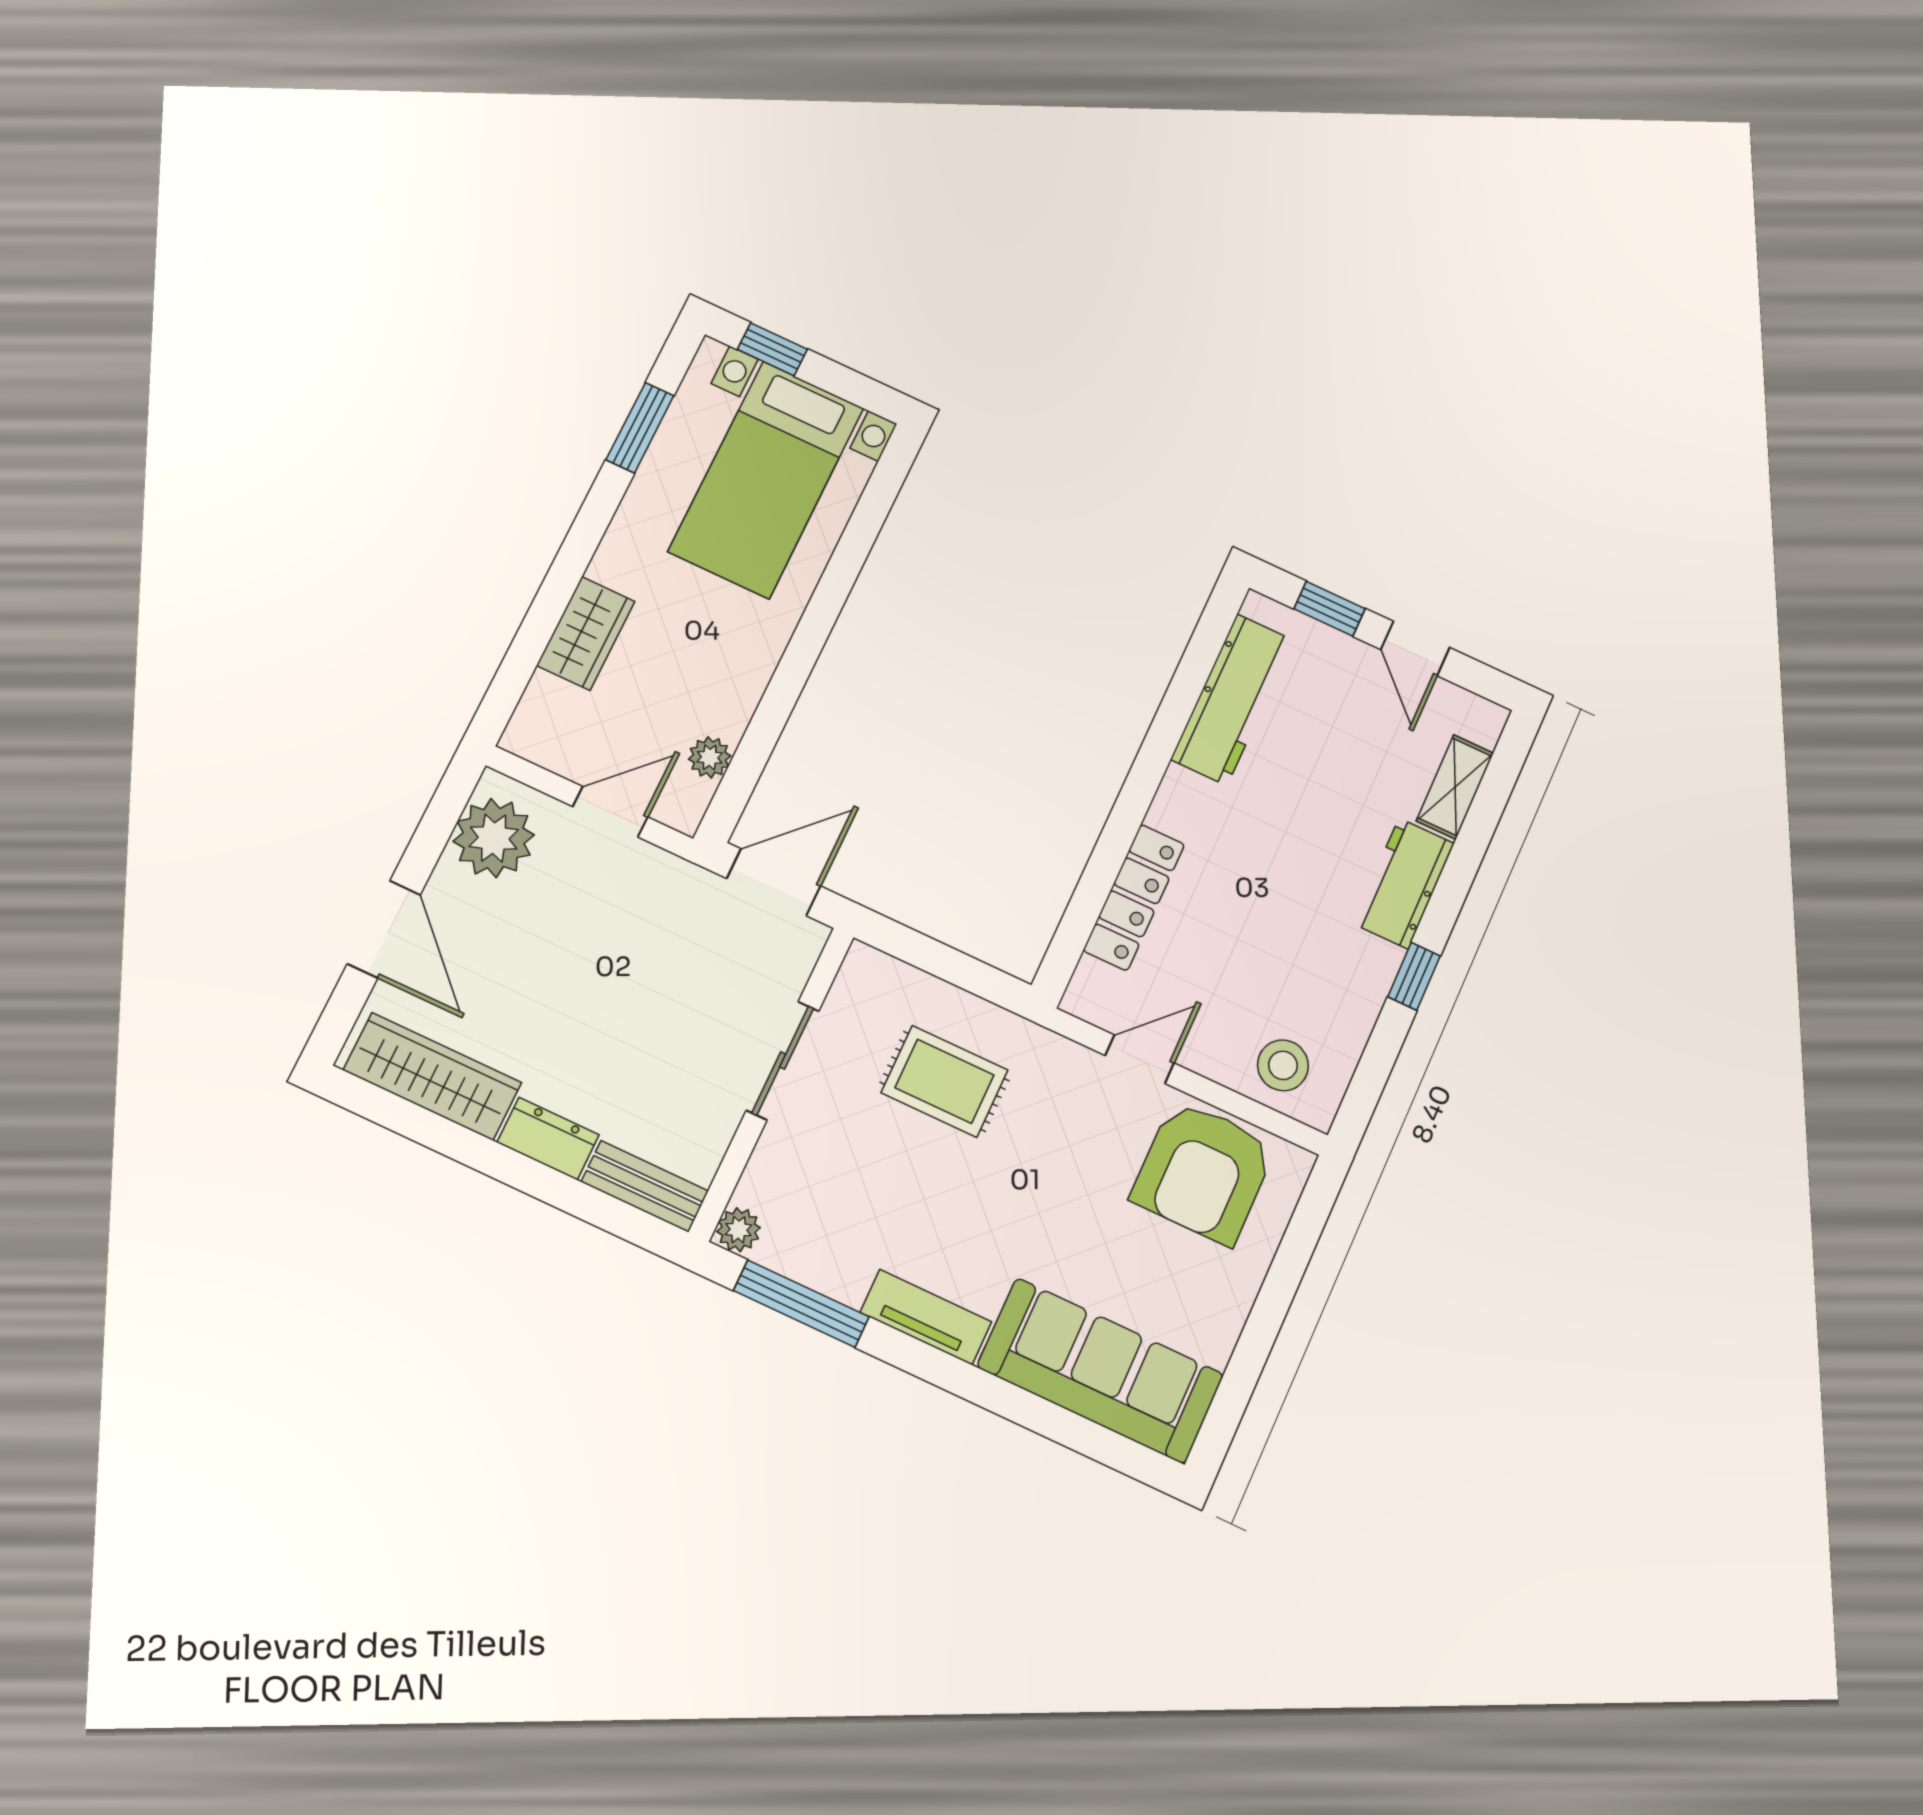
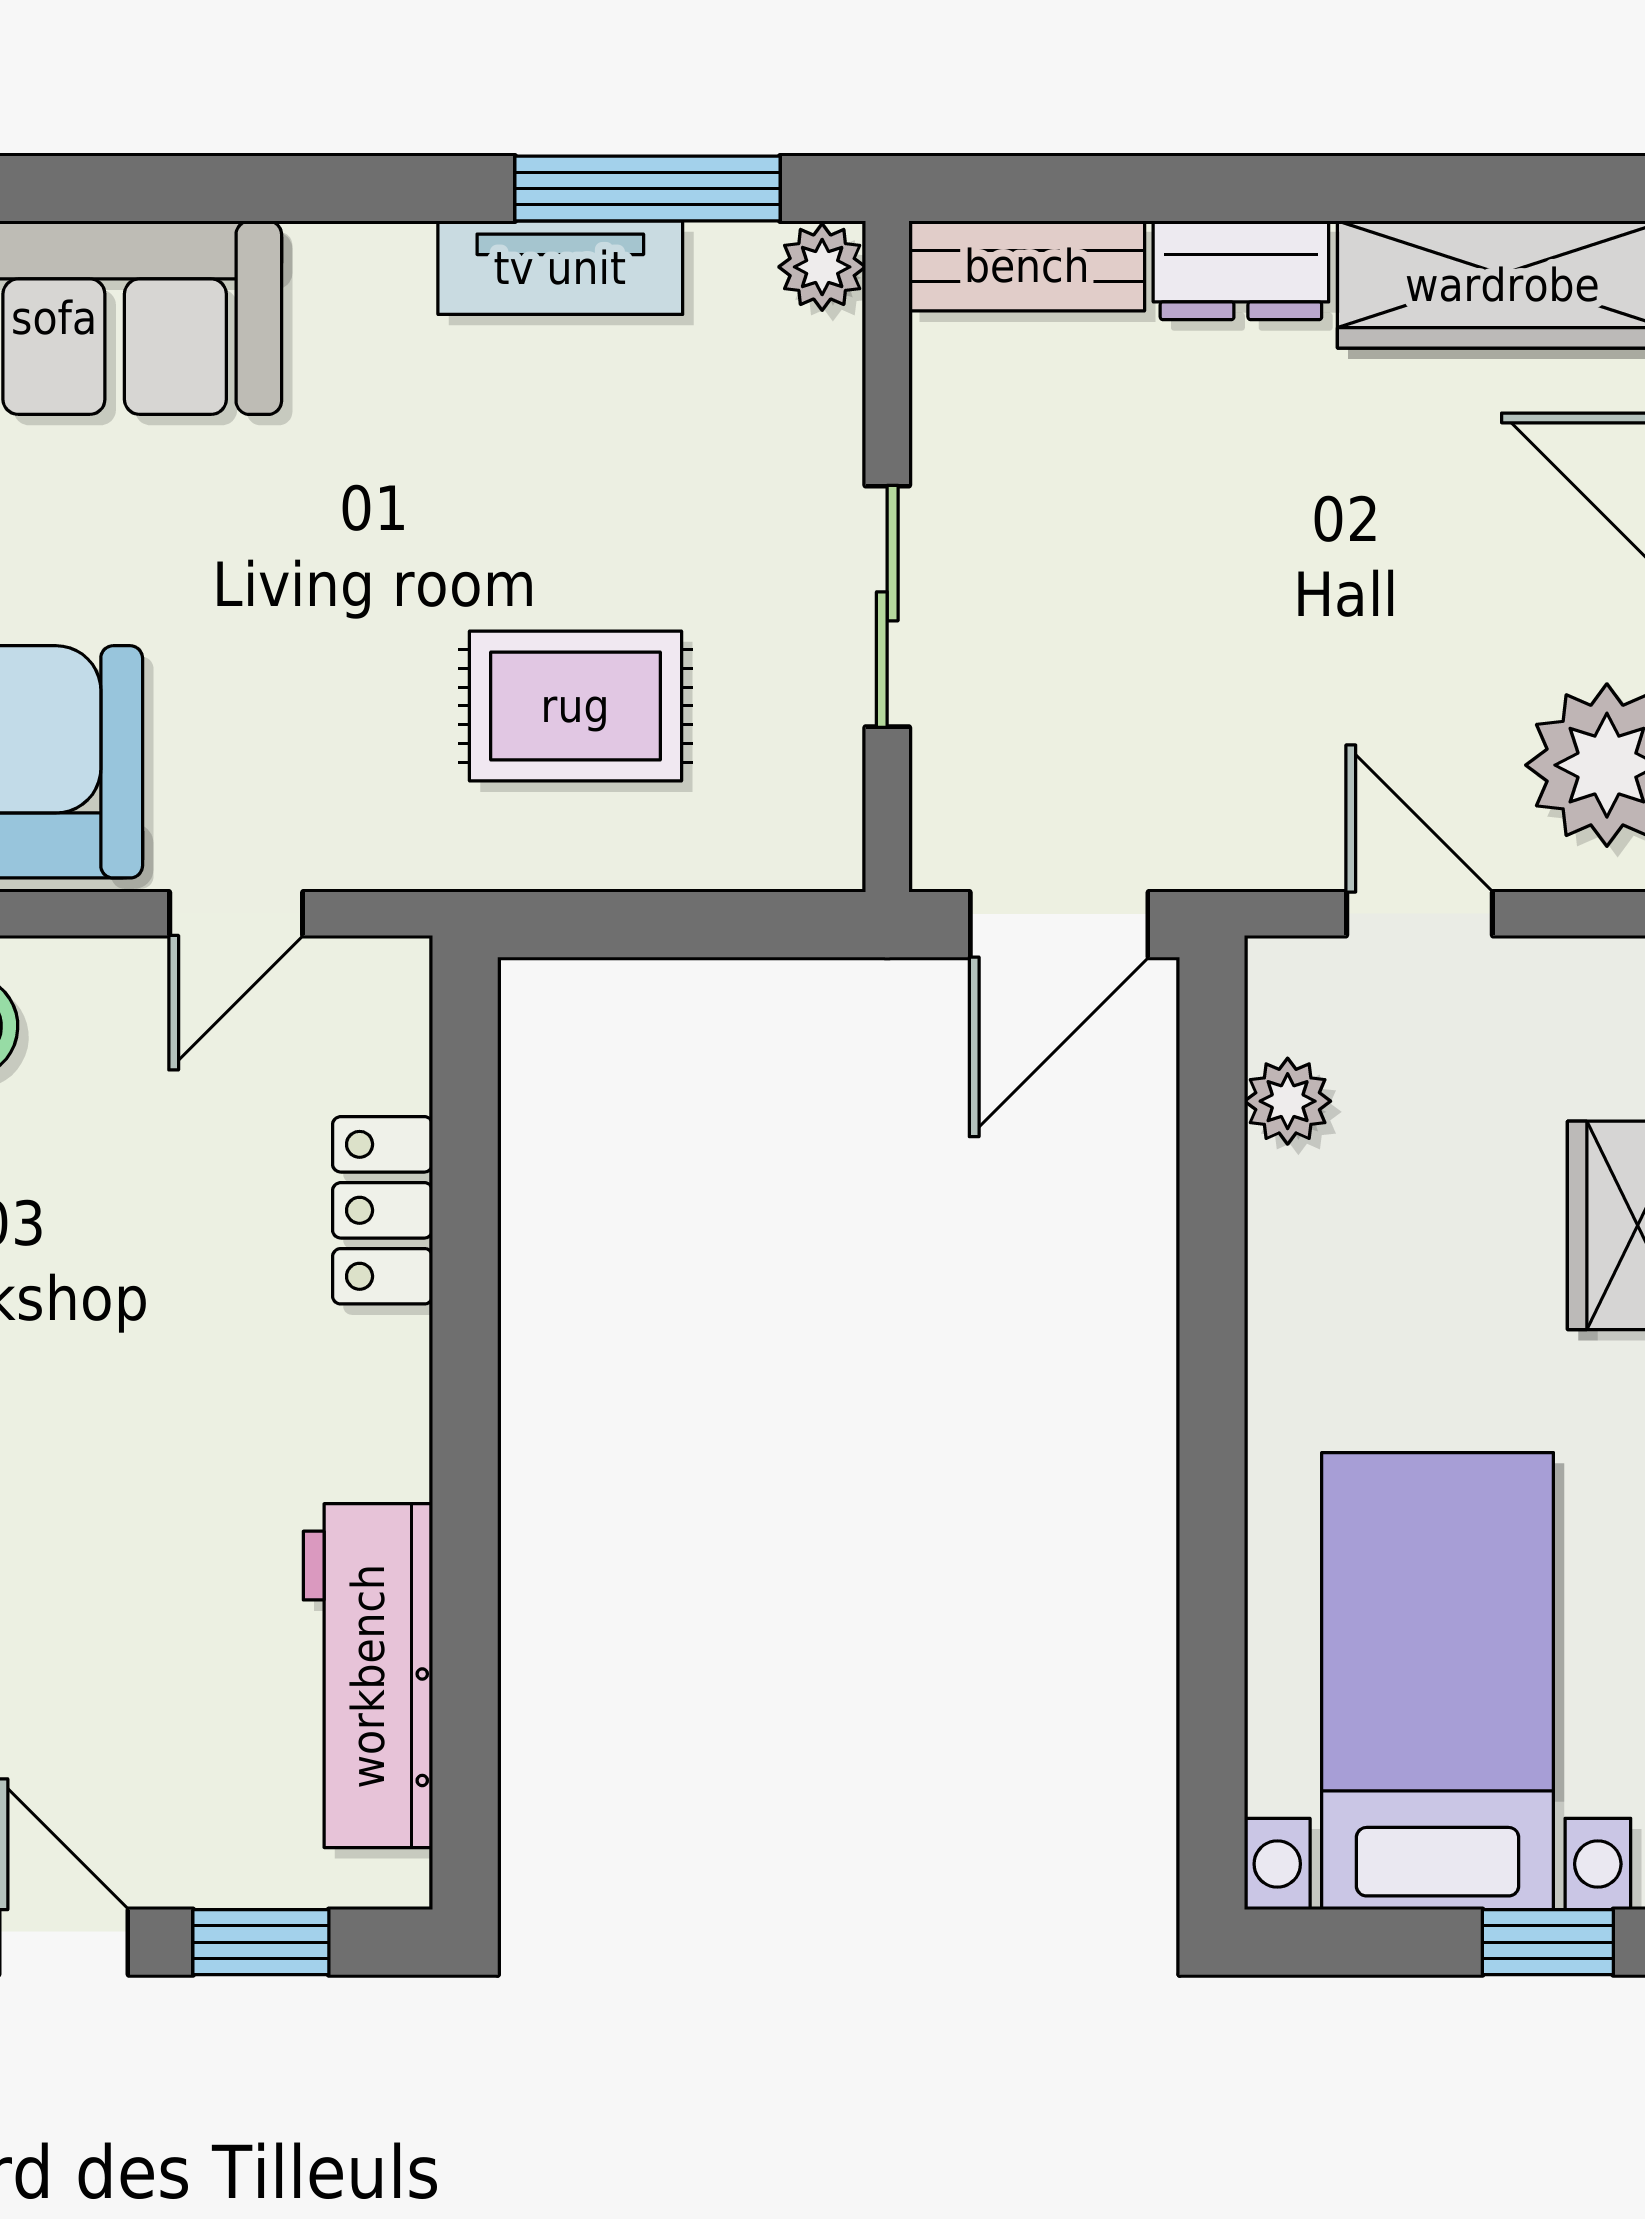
door: (610, 812) -> (1420, 914), swing flipped
locker: (1134, 897) -> (383, 1210), width x0.66
tv unit: (926, 1317) -> (560, 268), moved

